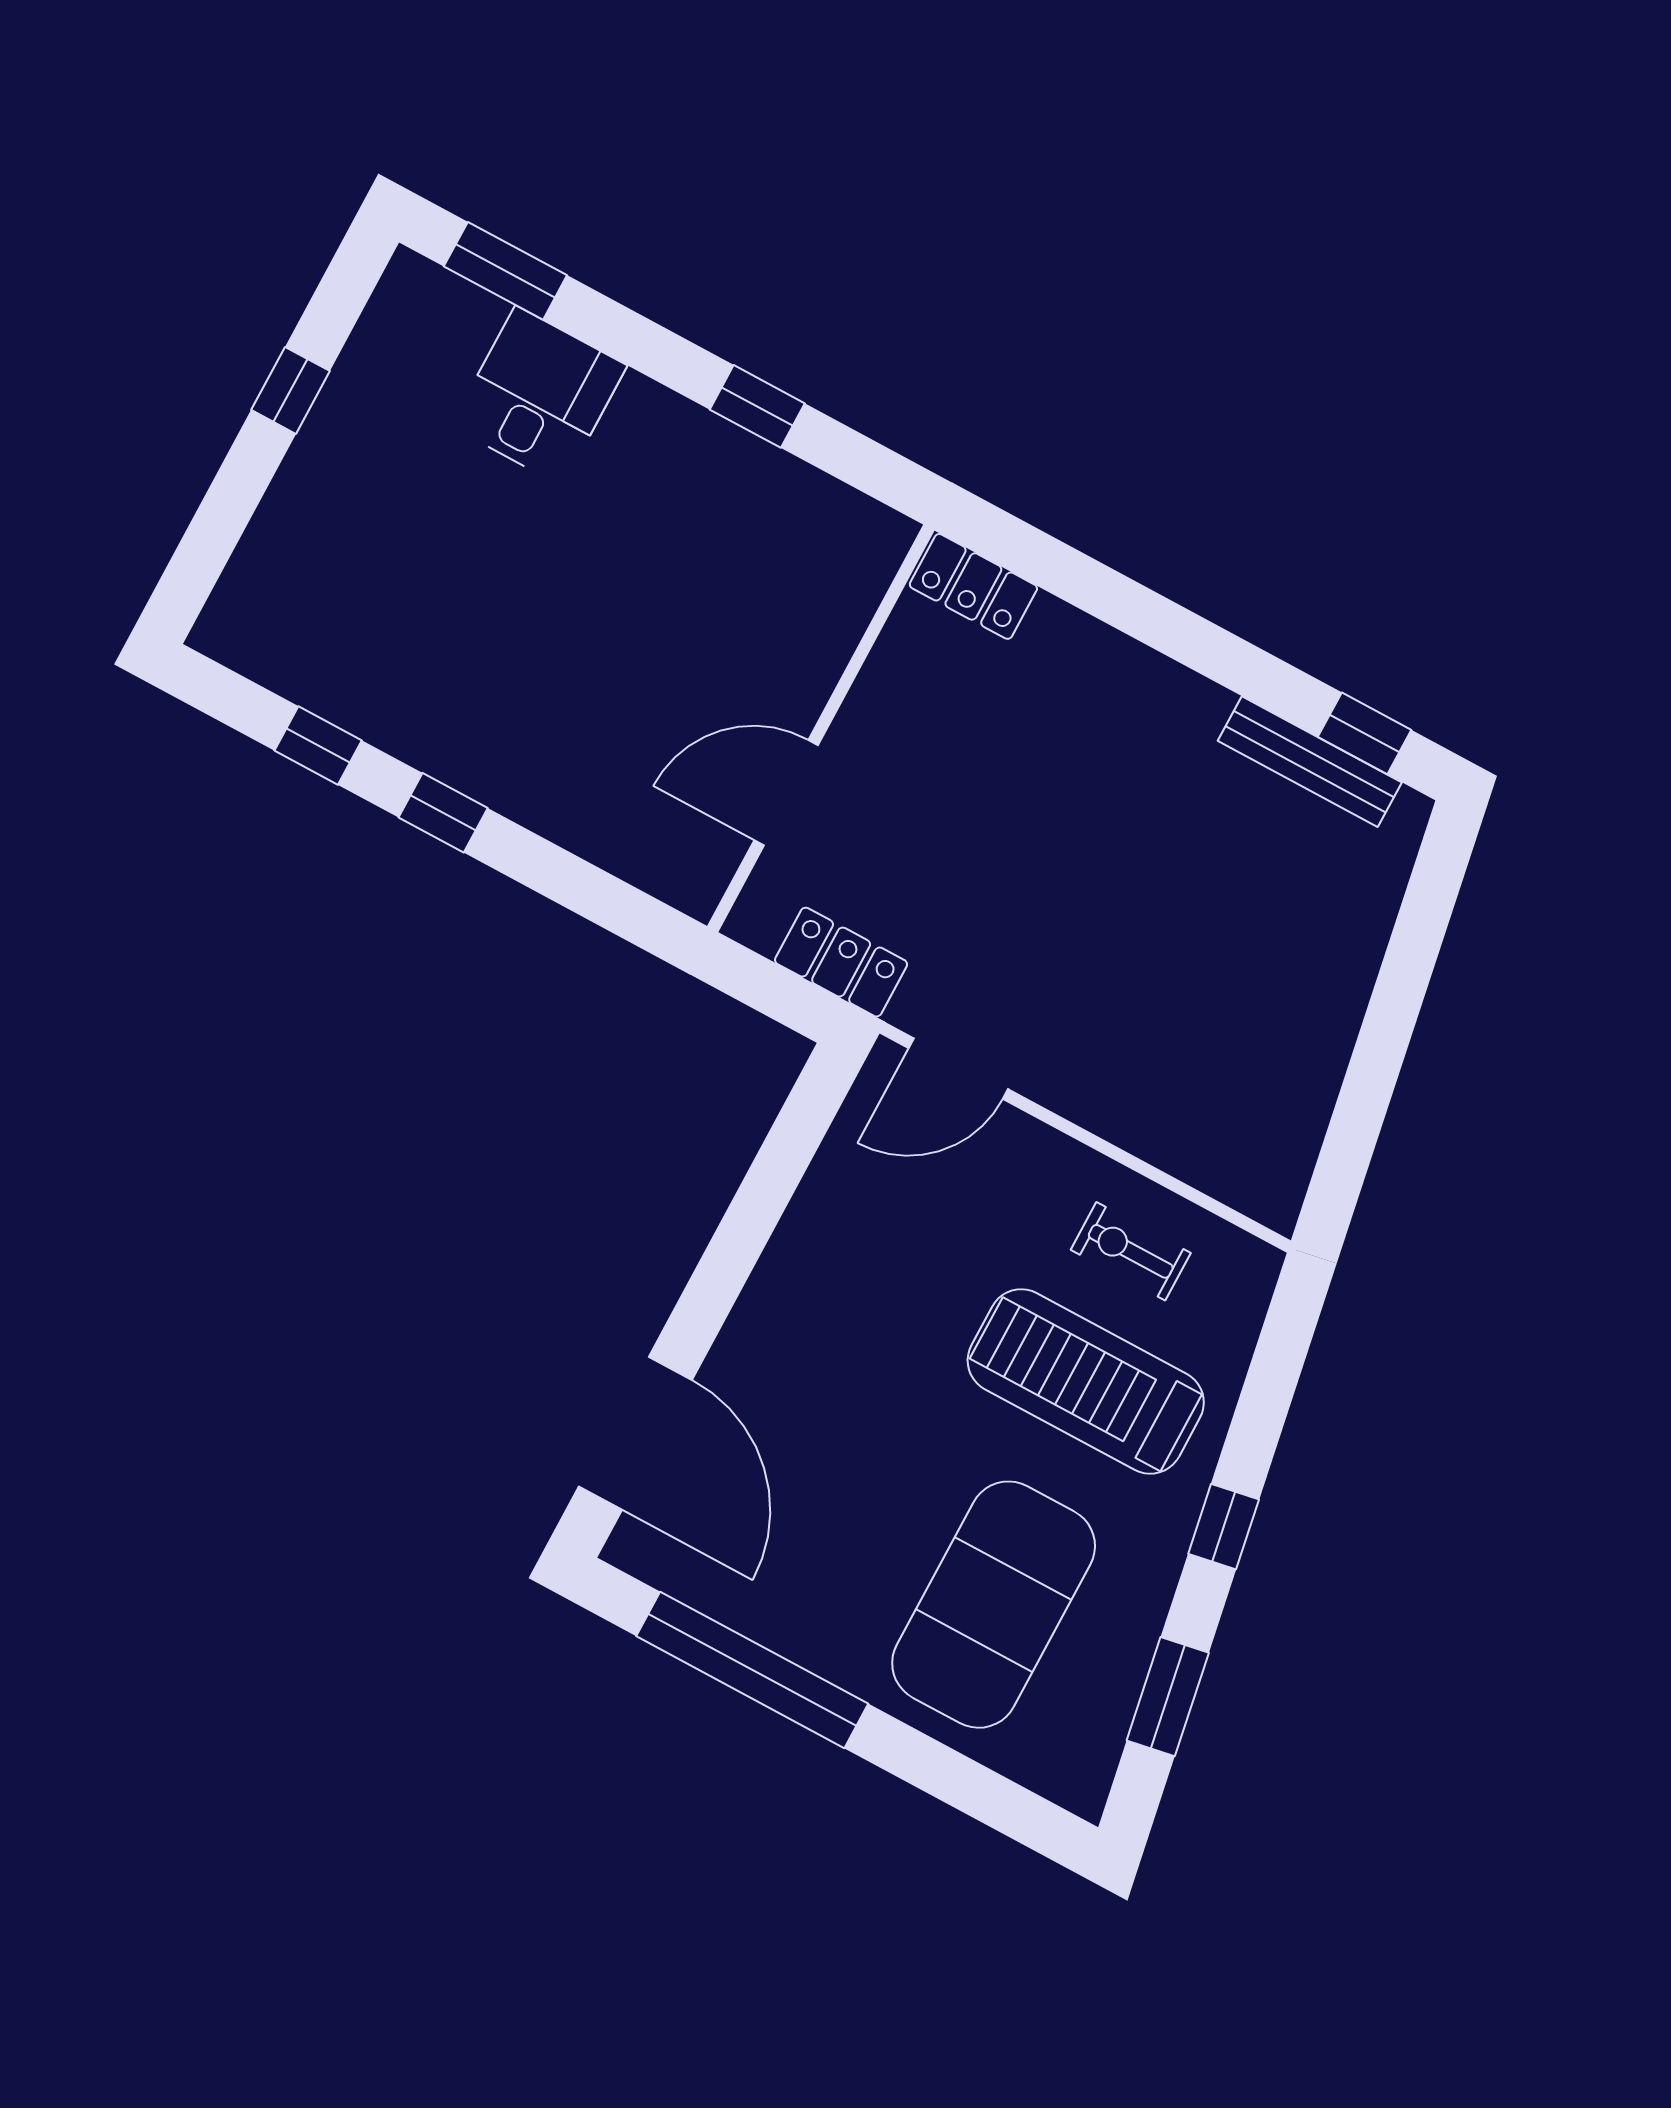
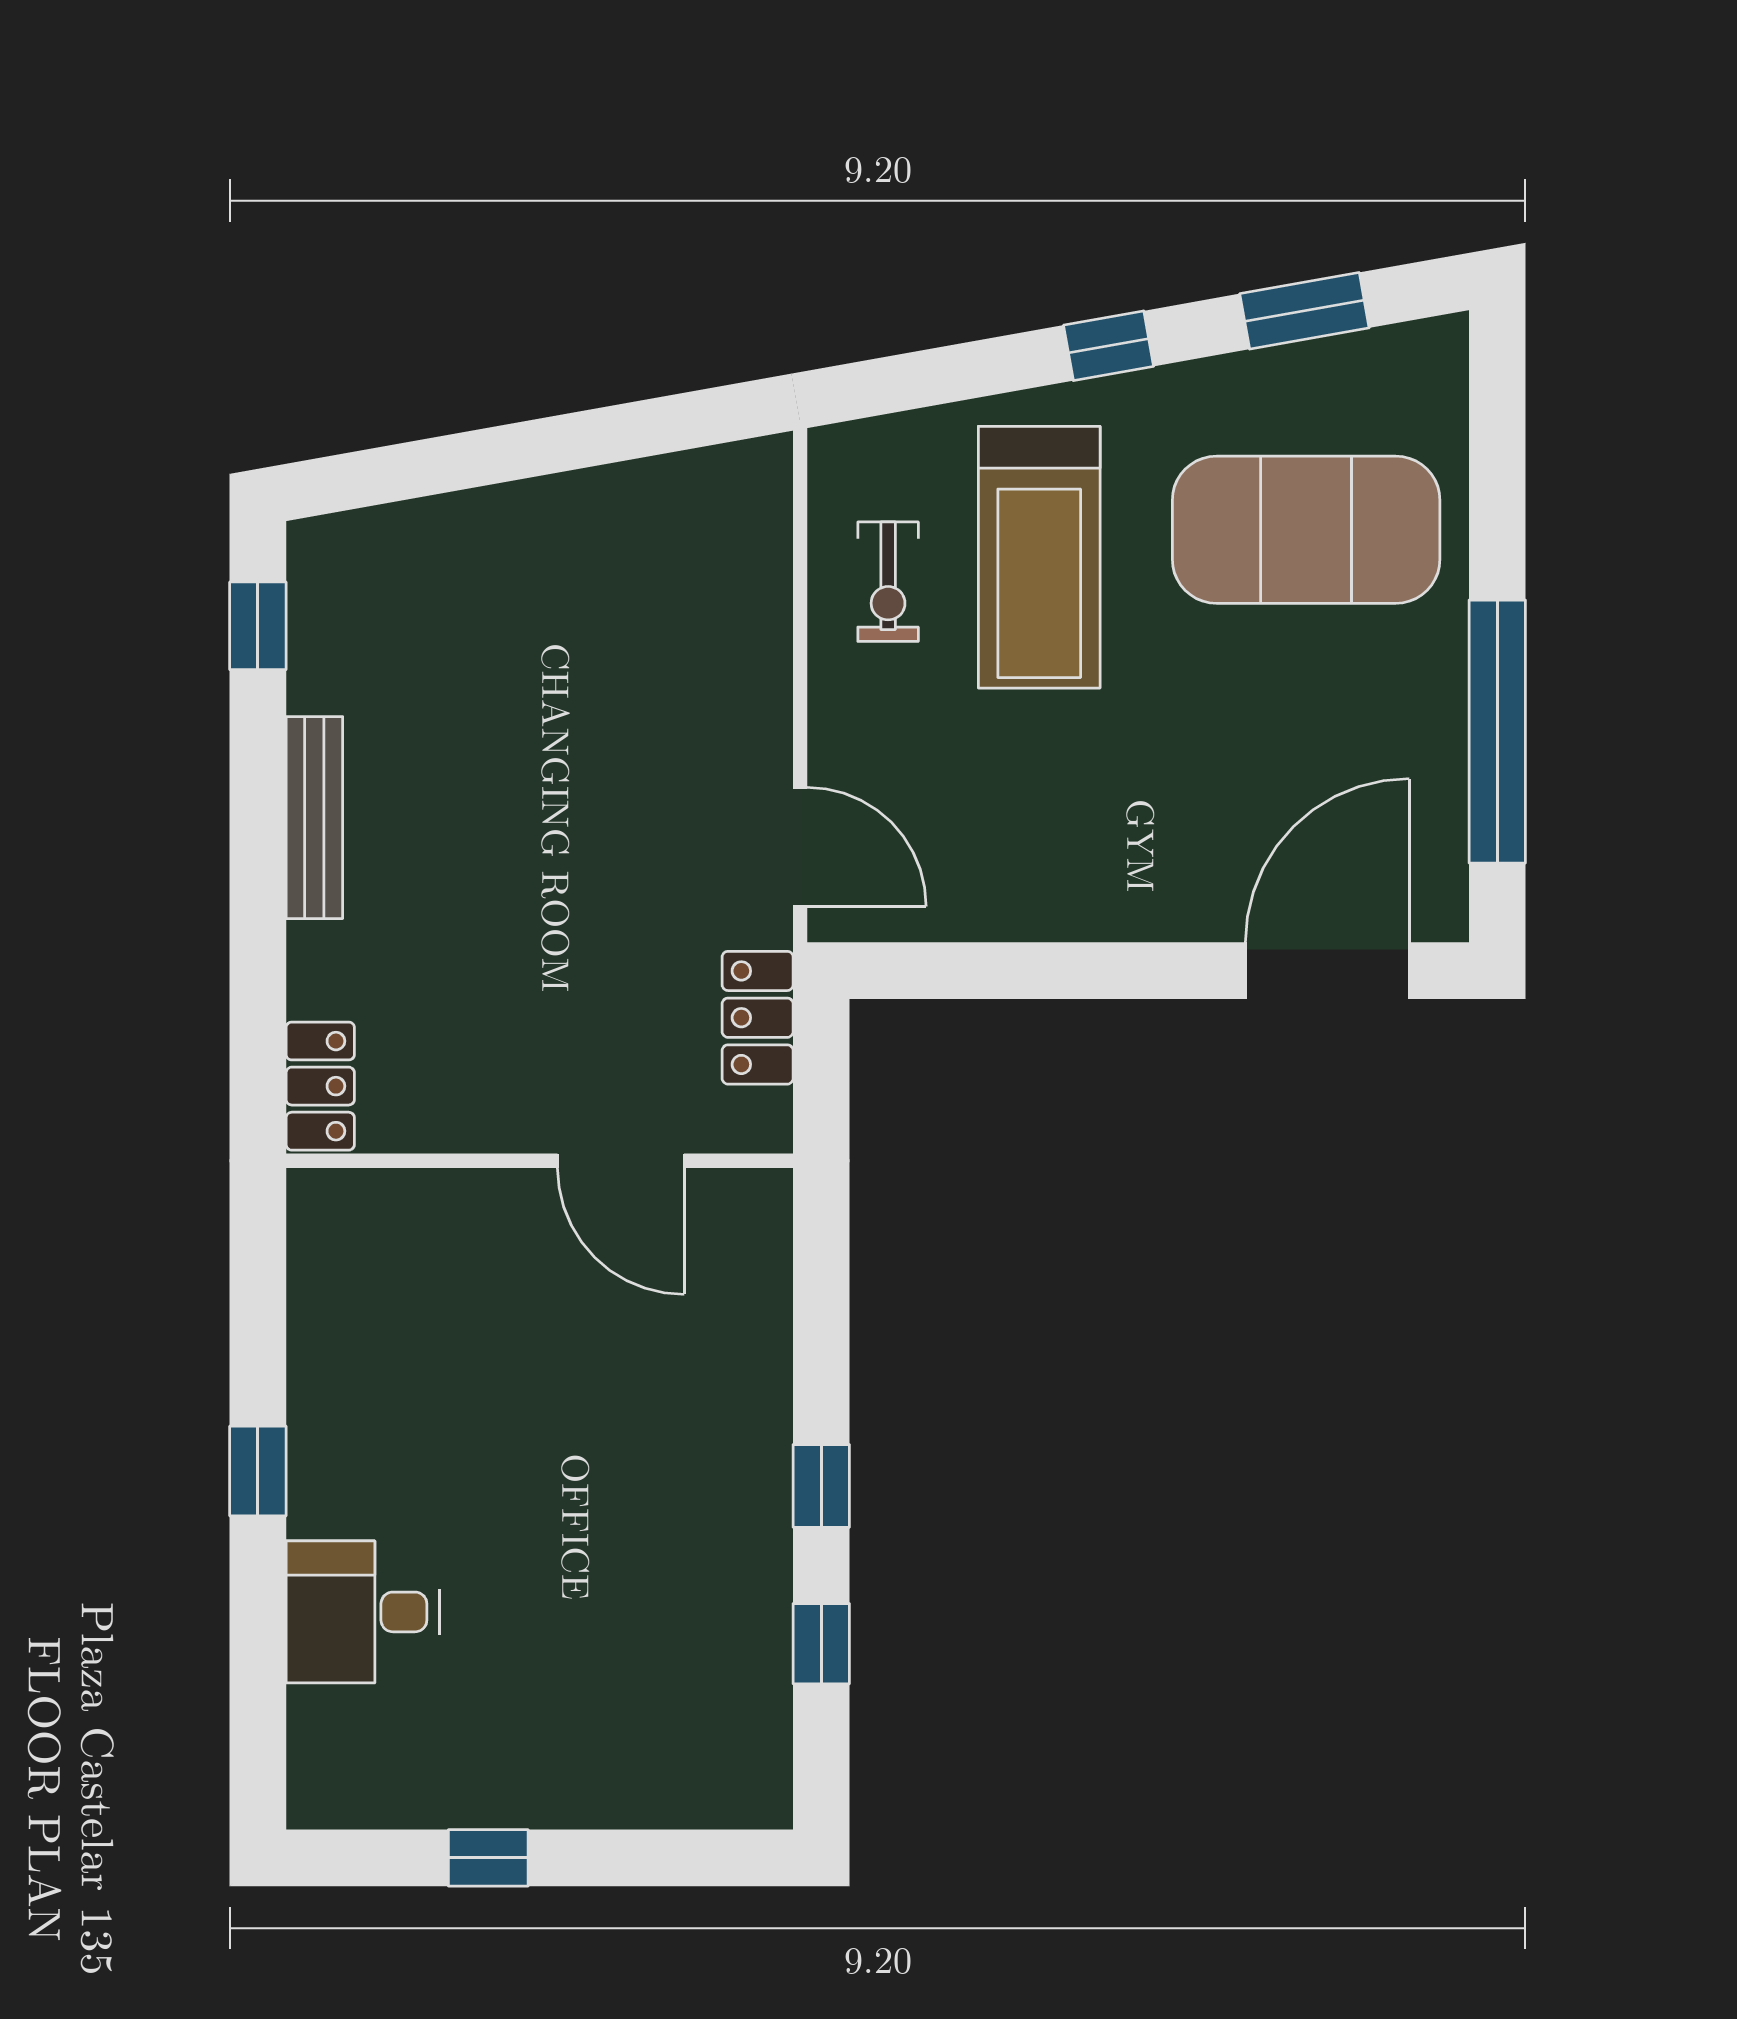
window: (505, 271) -> (258, 1711), removed
window: (757, 406) -> (258, 1471), moved
bench: (1310, 762) -> (314, 818), moved

